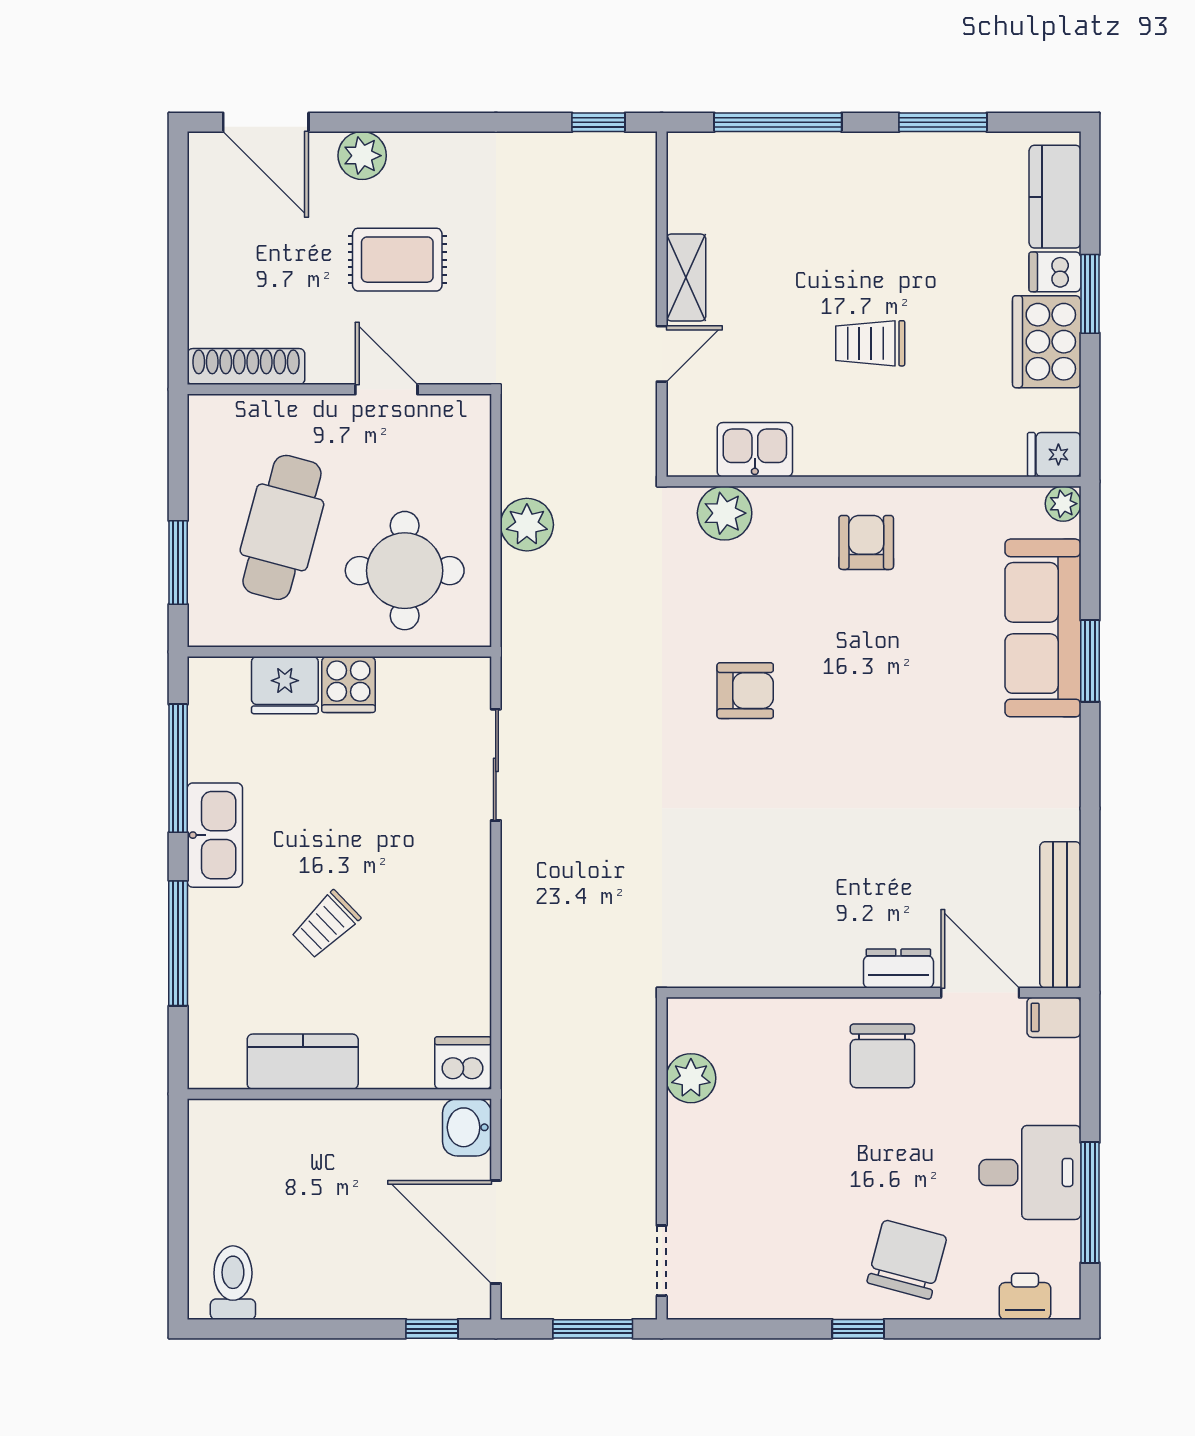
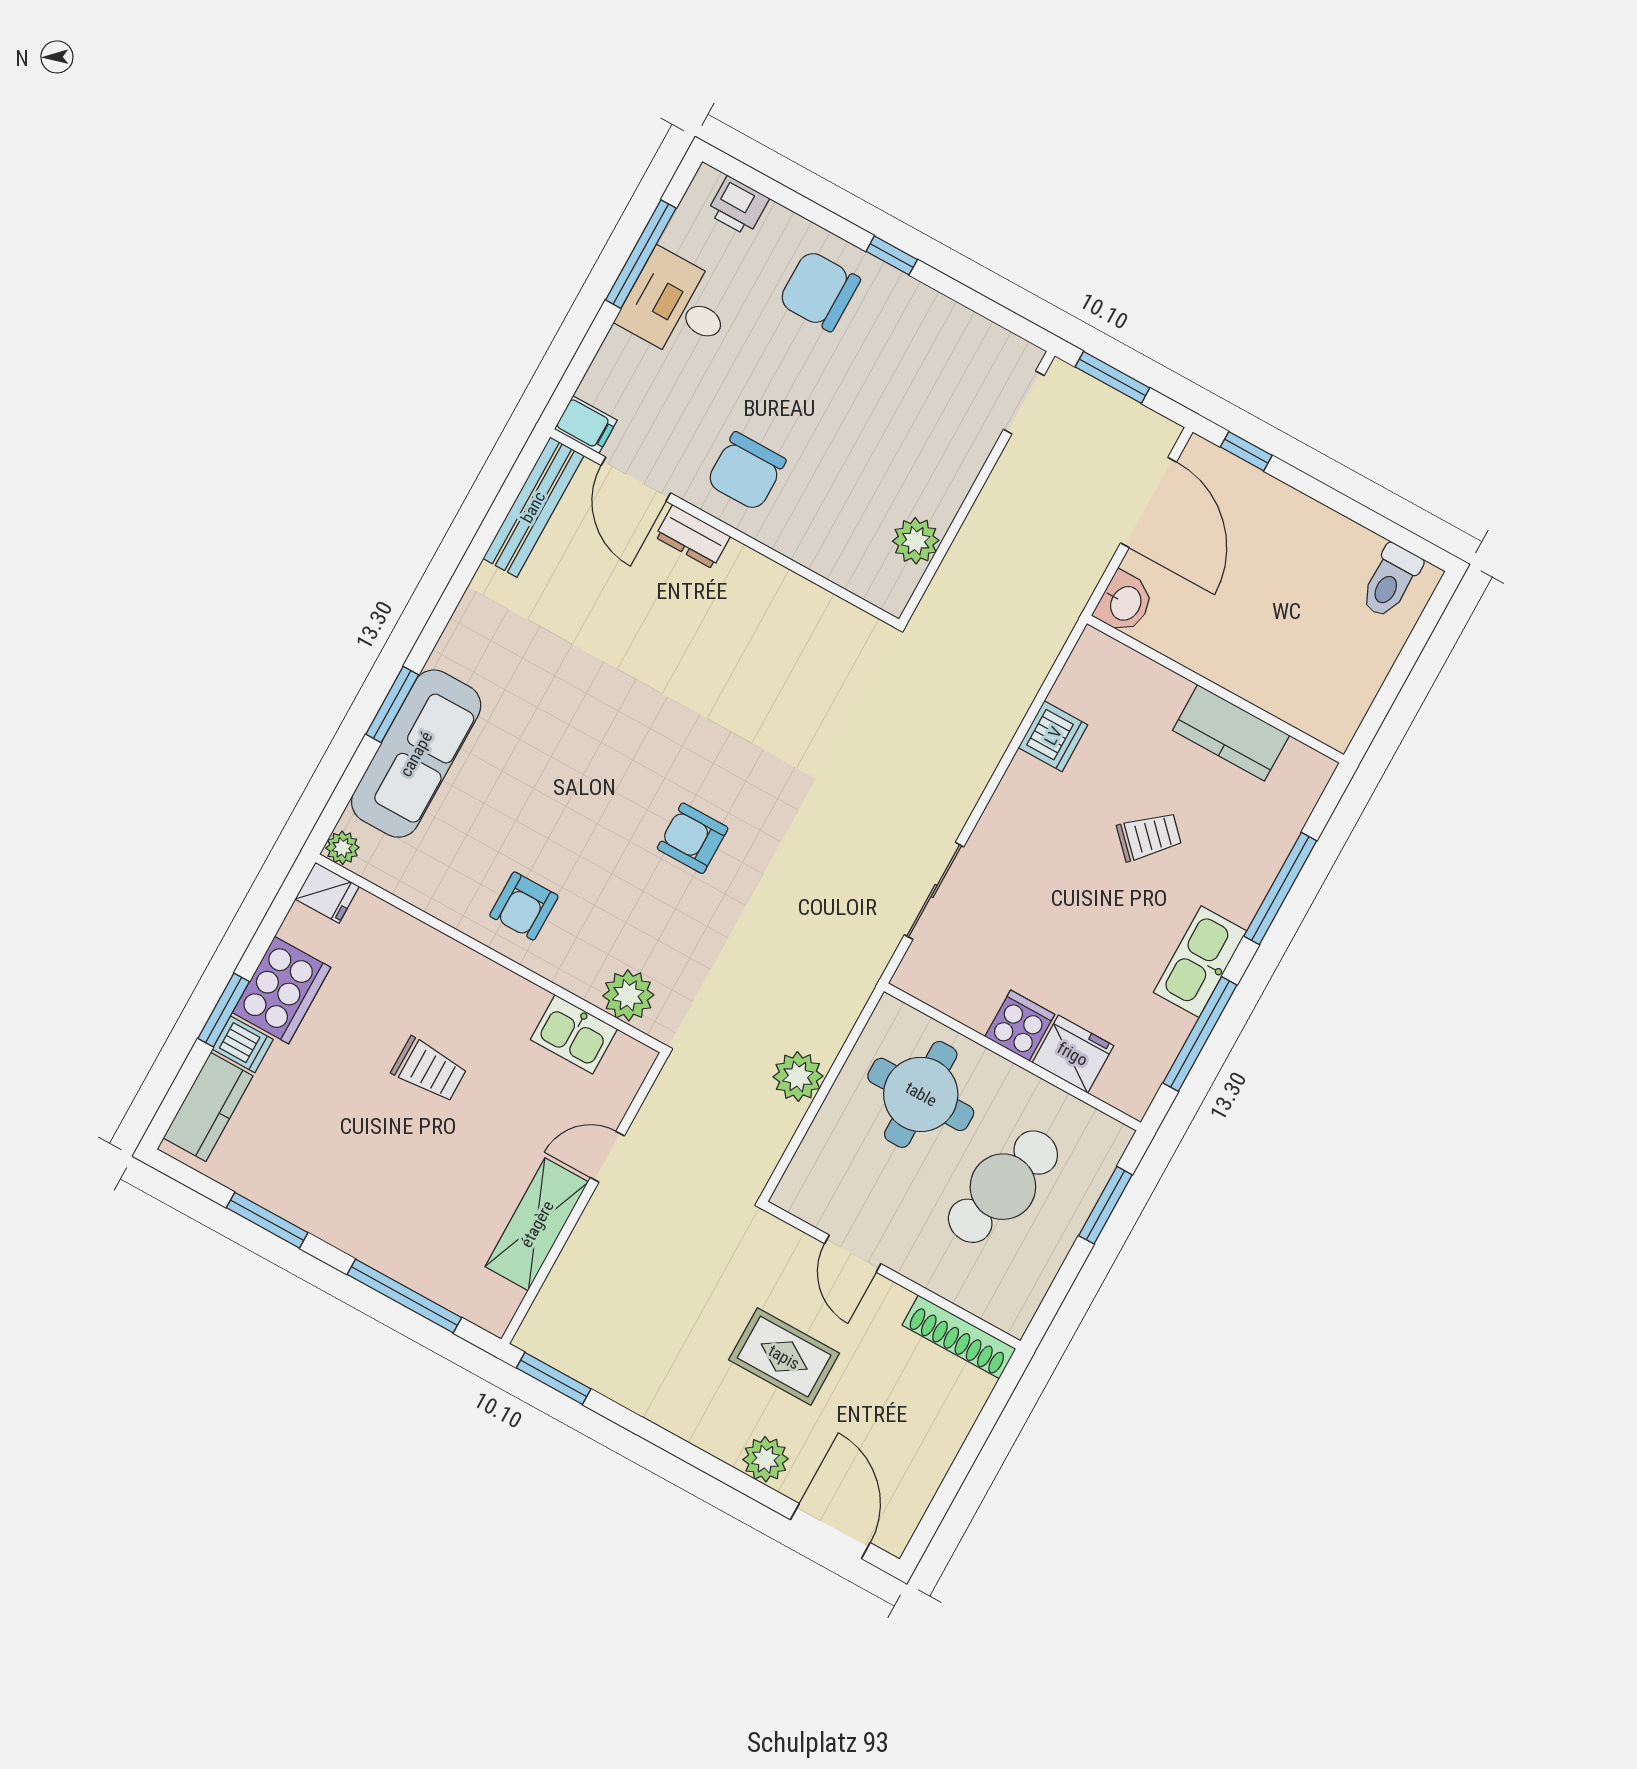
window: (598, 122) -> (554, 1378), width x1.50
shelving: (686, 277) -> (537, 1224), width x1.50, depth x1.33
chair: (882, 1056) -> (746, 471), turned 180
dishwasher: (463, 1063) -> (1053, 736), moved, turned -90
chair: (907, 1260) -> (819, 291), turned 75

